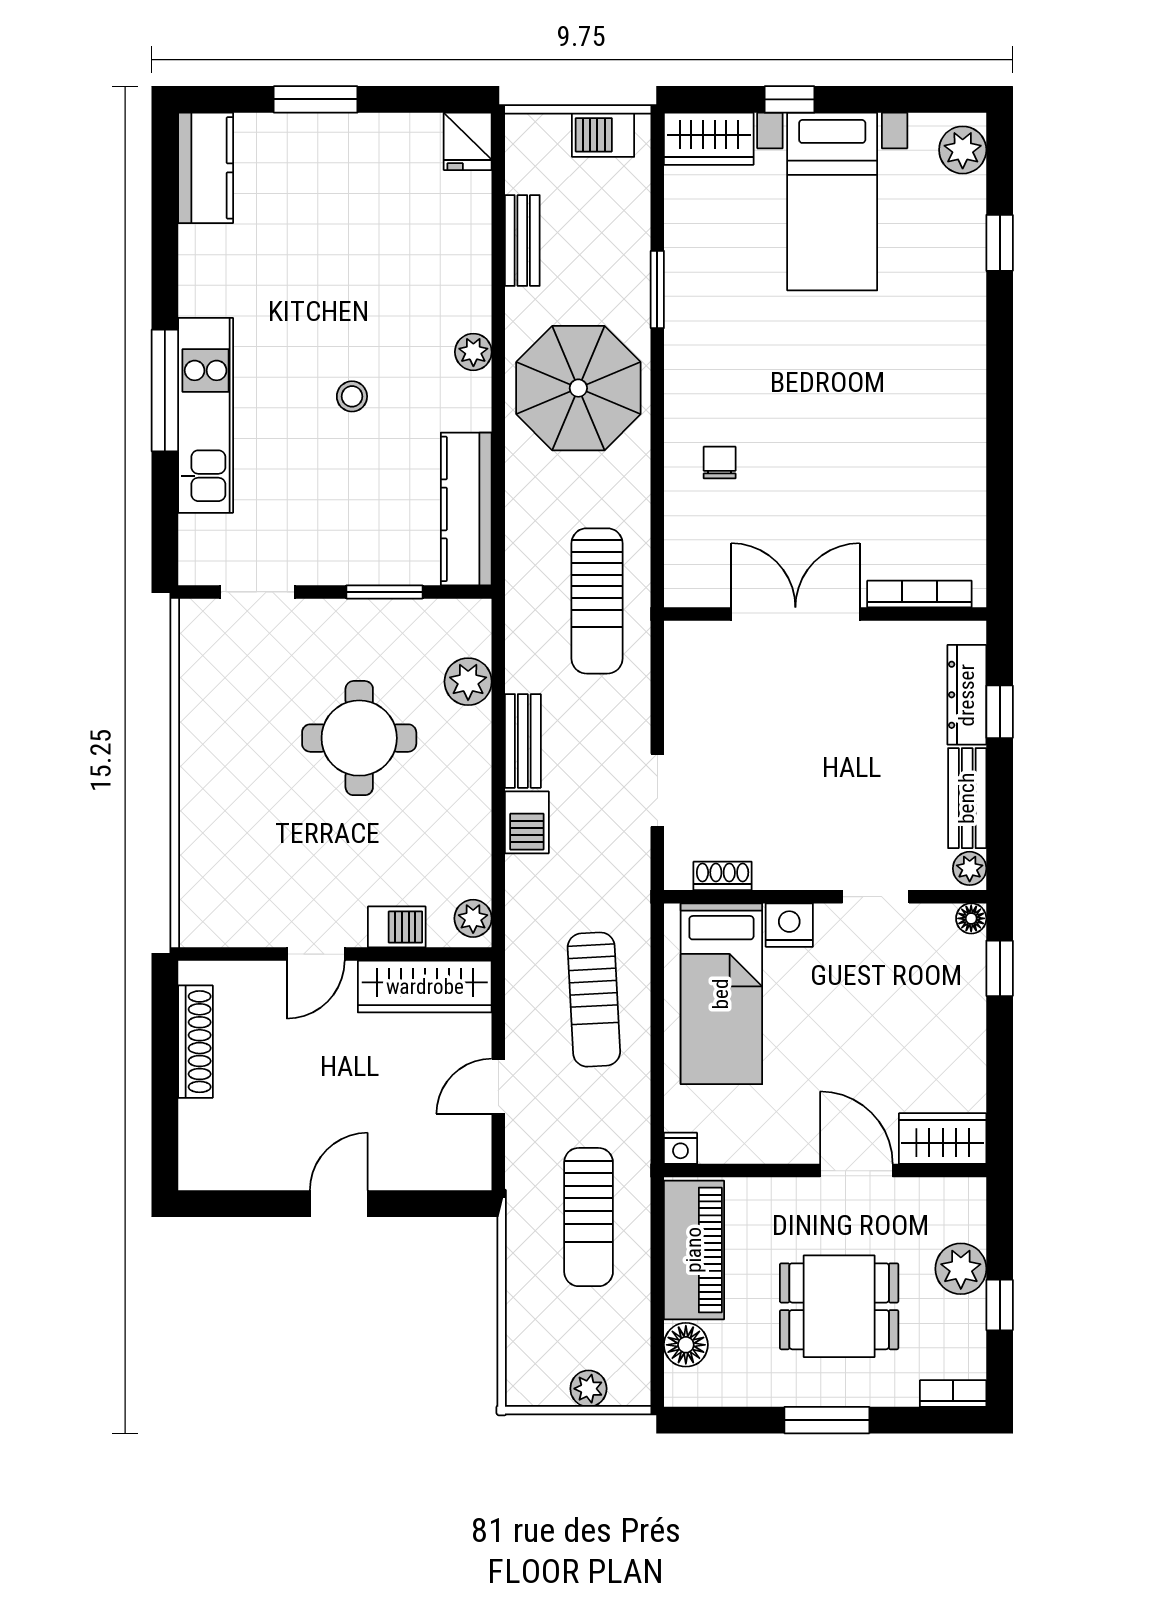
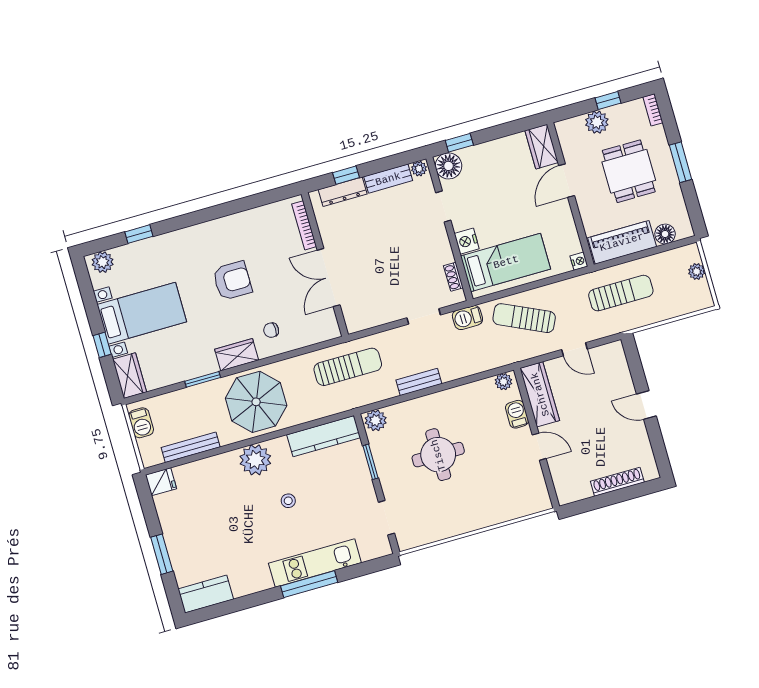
bench: (522, 240) -> (191, 447), width x1.36
plant: (473, 352) -> (255, 460), width x1.88, depth x1.88
wardrobe: (689, 376) -> (237, 355), added
armchair: (846, 411) -> (232, 281), added
plant: (468, 682) -> (376, 420), moved
barbecue: (527, 822) -> (467, 318), moved, turned 180
floor lamp: (971, 918) -> (448, 166), width x1.89, depth x1.89
sun lounger: (594, 1000) -> (524, 318), turned -152
shoe rack: (195, 1042) -> (617, 482), moved

